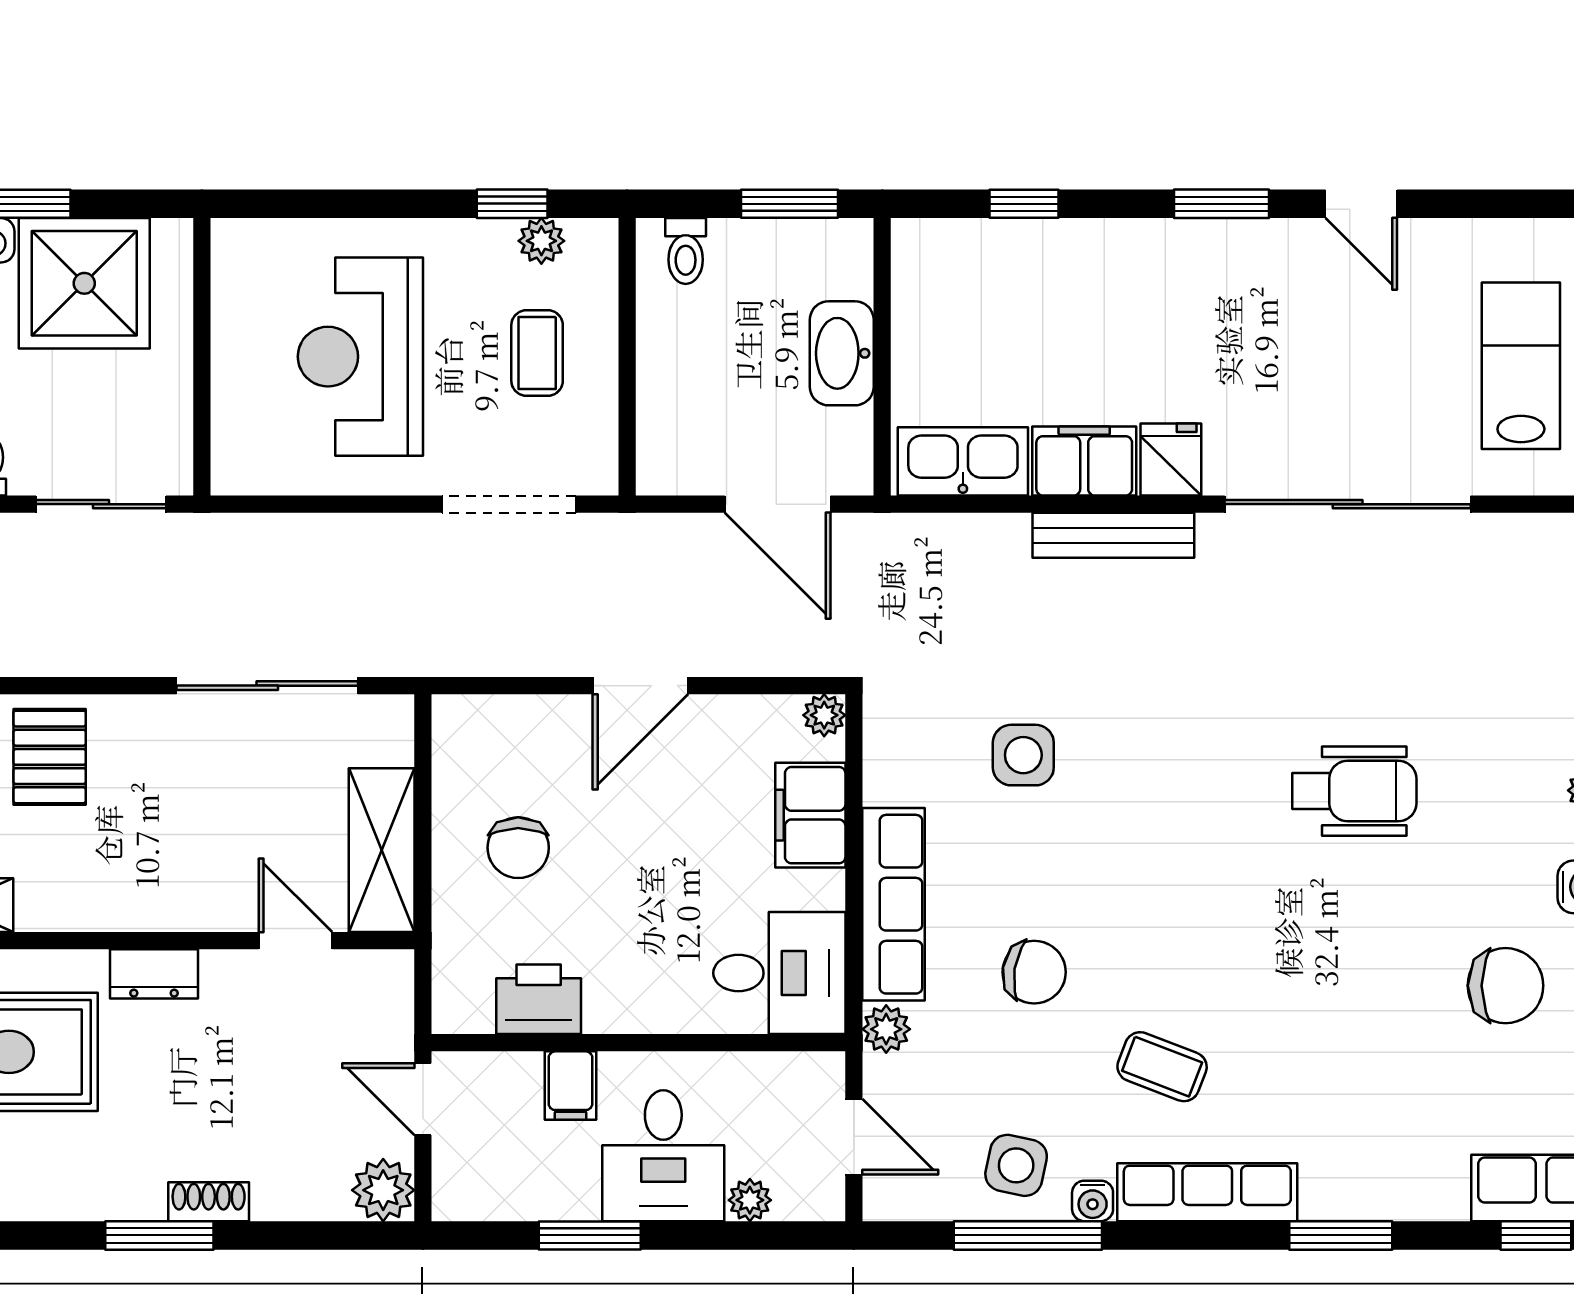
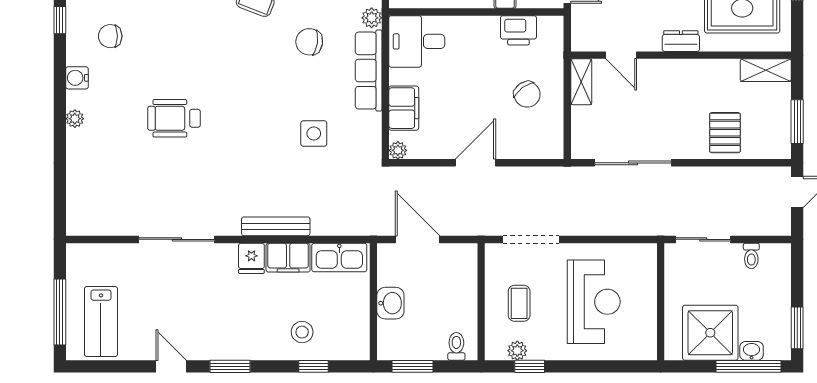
stool: (1051, 285) -> (302, 332), added
washbasin: (842, 353) -> (390, 303), width x0.72
lab bench: (1521, 366) -> (101, 321), moved
sliding door: (1348, 504) -> (177, 239), width x0.73
chair: (518, 848) -> (527, 94), turned 144
shelving: (382, 850) -> (581, 82), width x0.67, depth x0.75
chair: (1506, 986) -> (110, 36), width x0.73, depth x0.73

